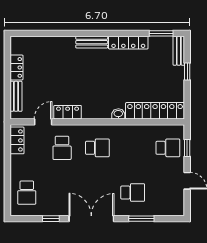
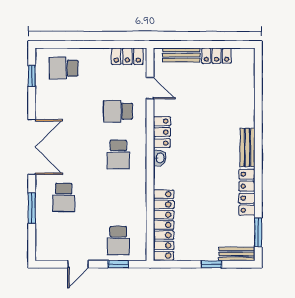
locker: (68, 112) -> (162, 132), moved
washbasin: (118, 114) -> (160, 158), moved
window: (51, 219) -> (32, 76), moved

